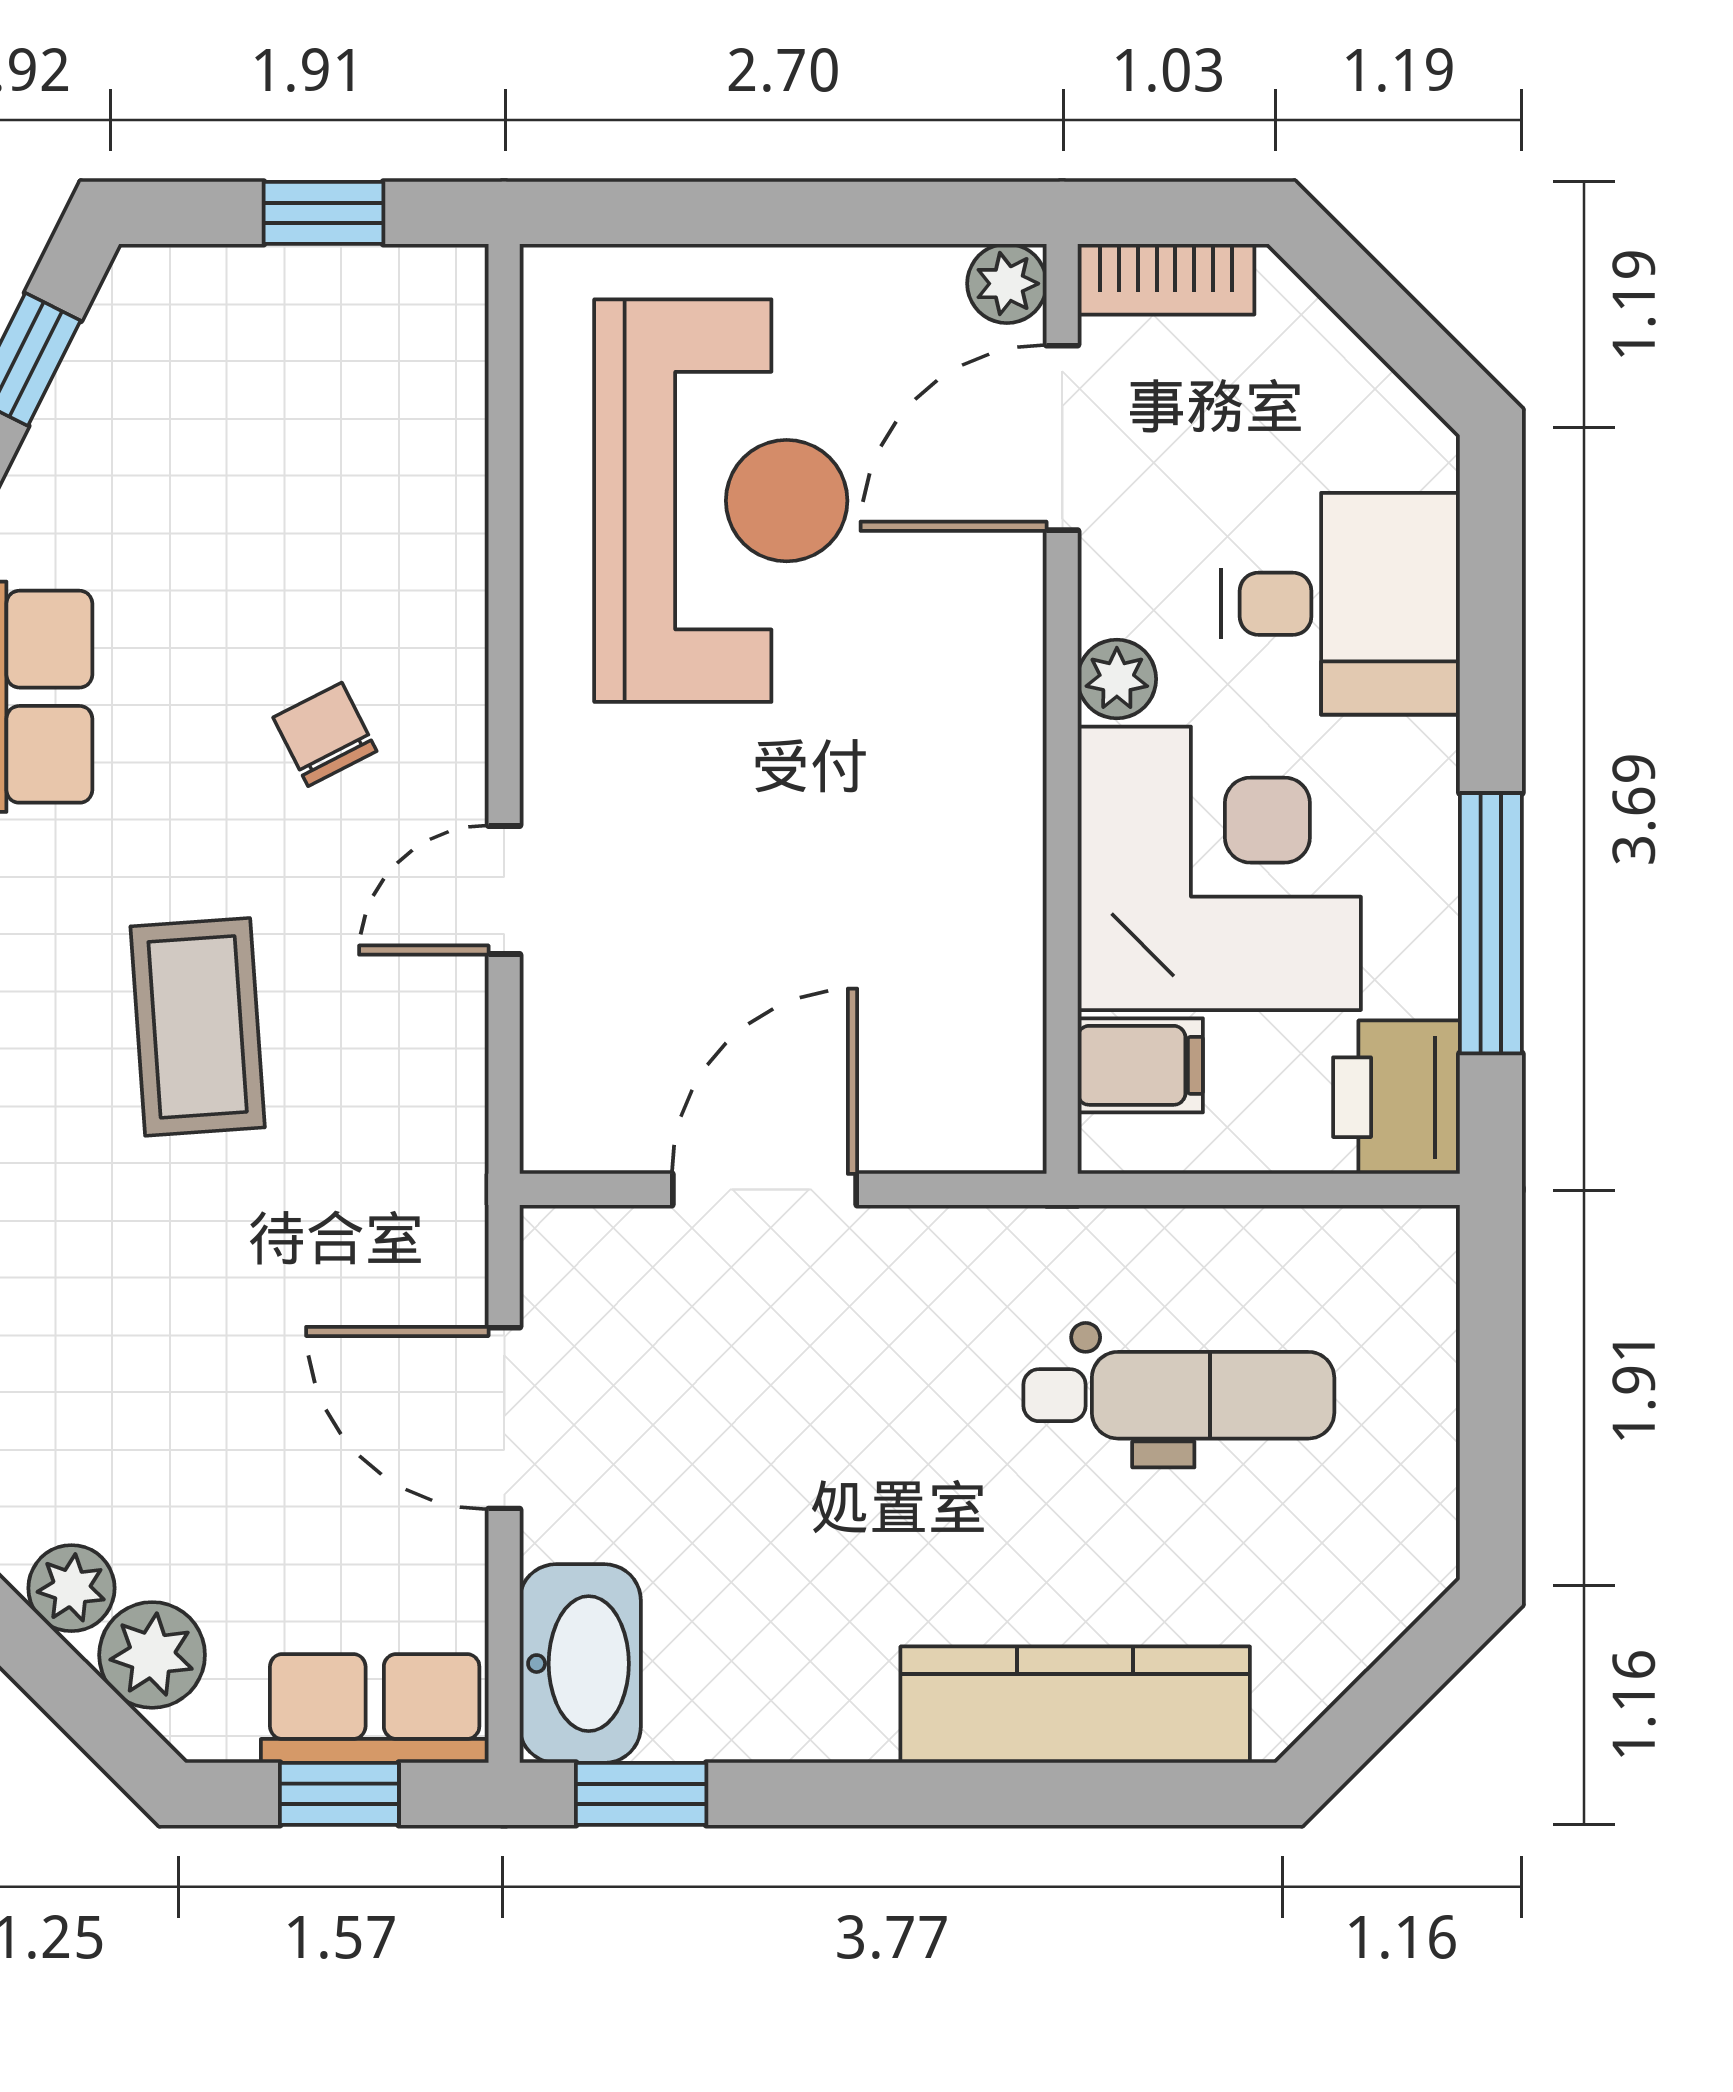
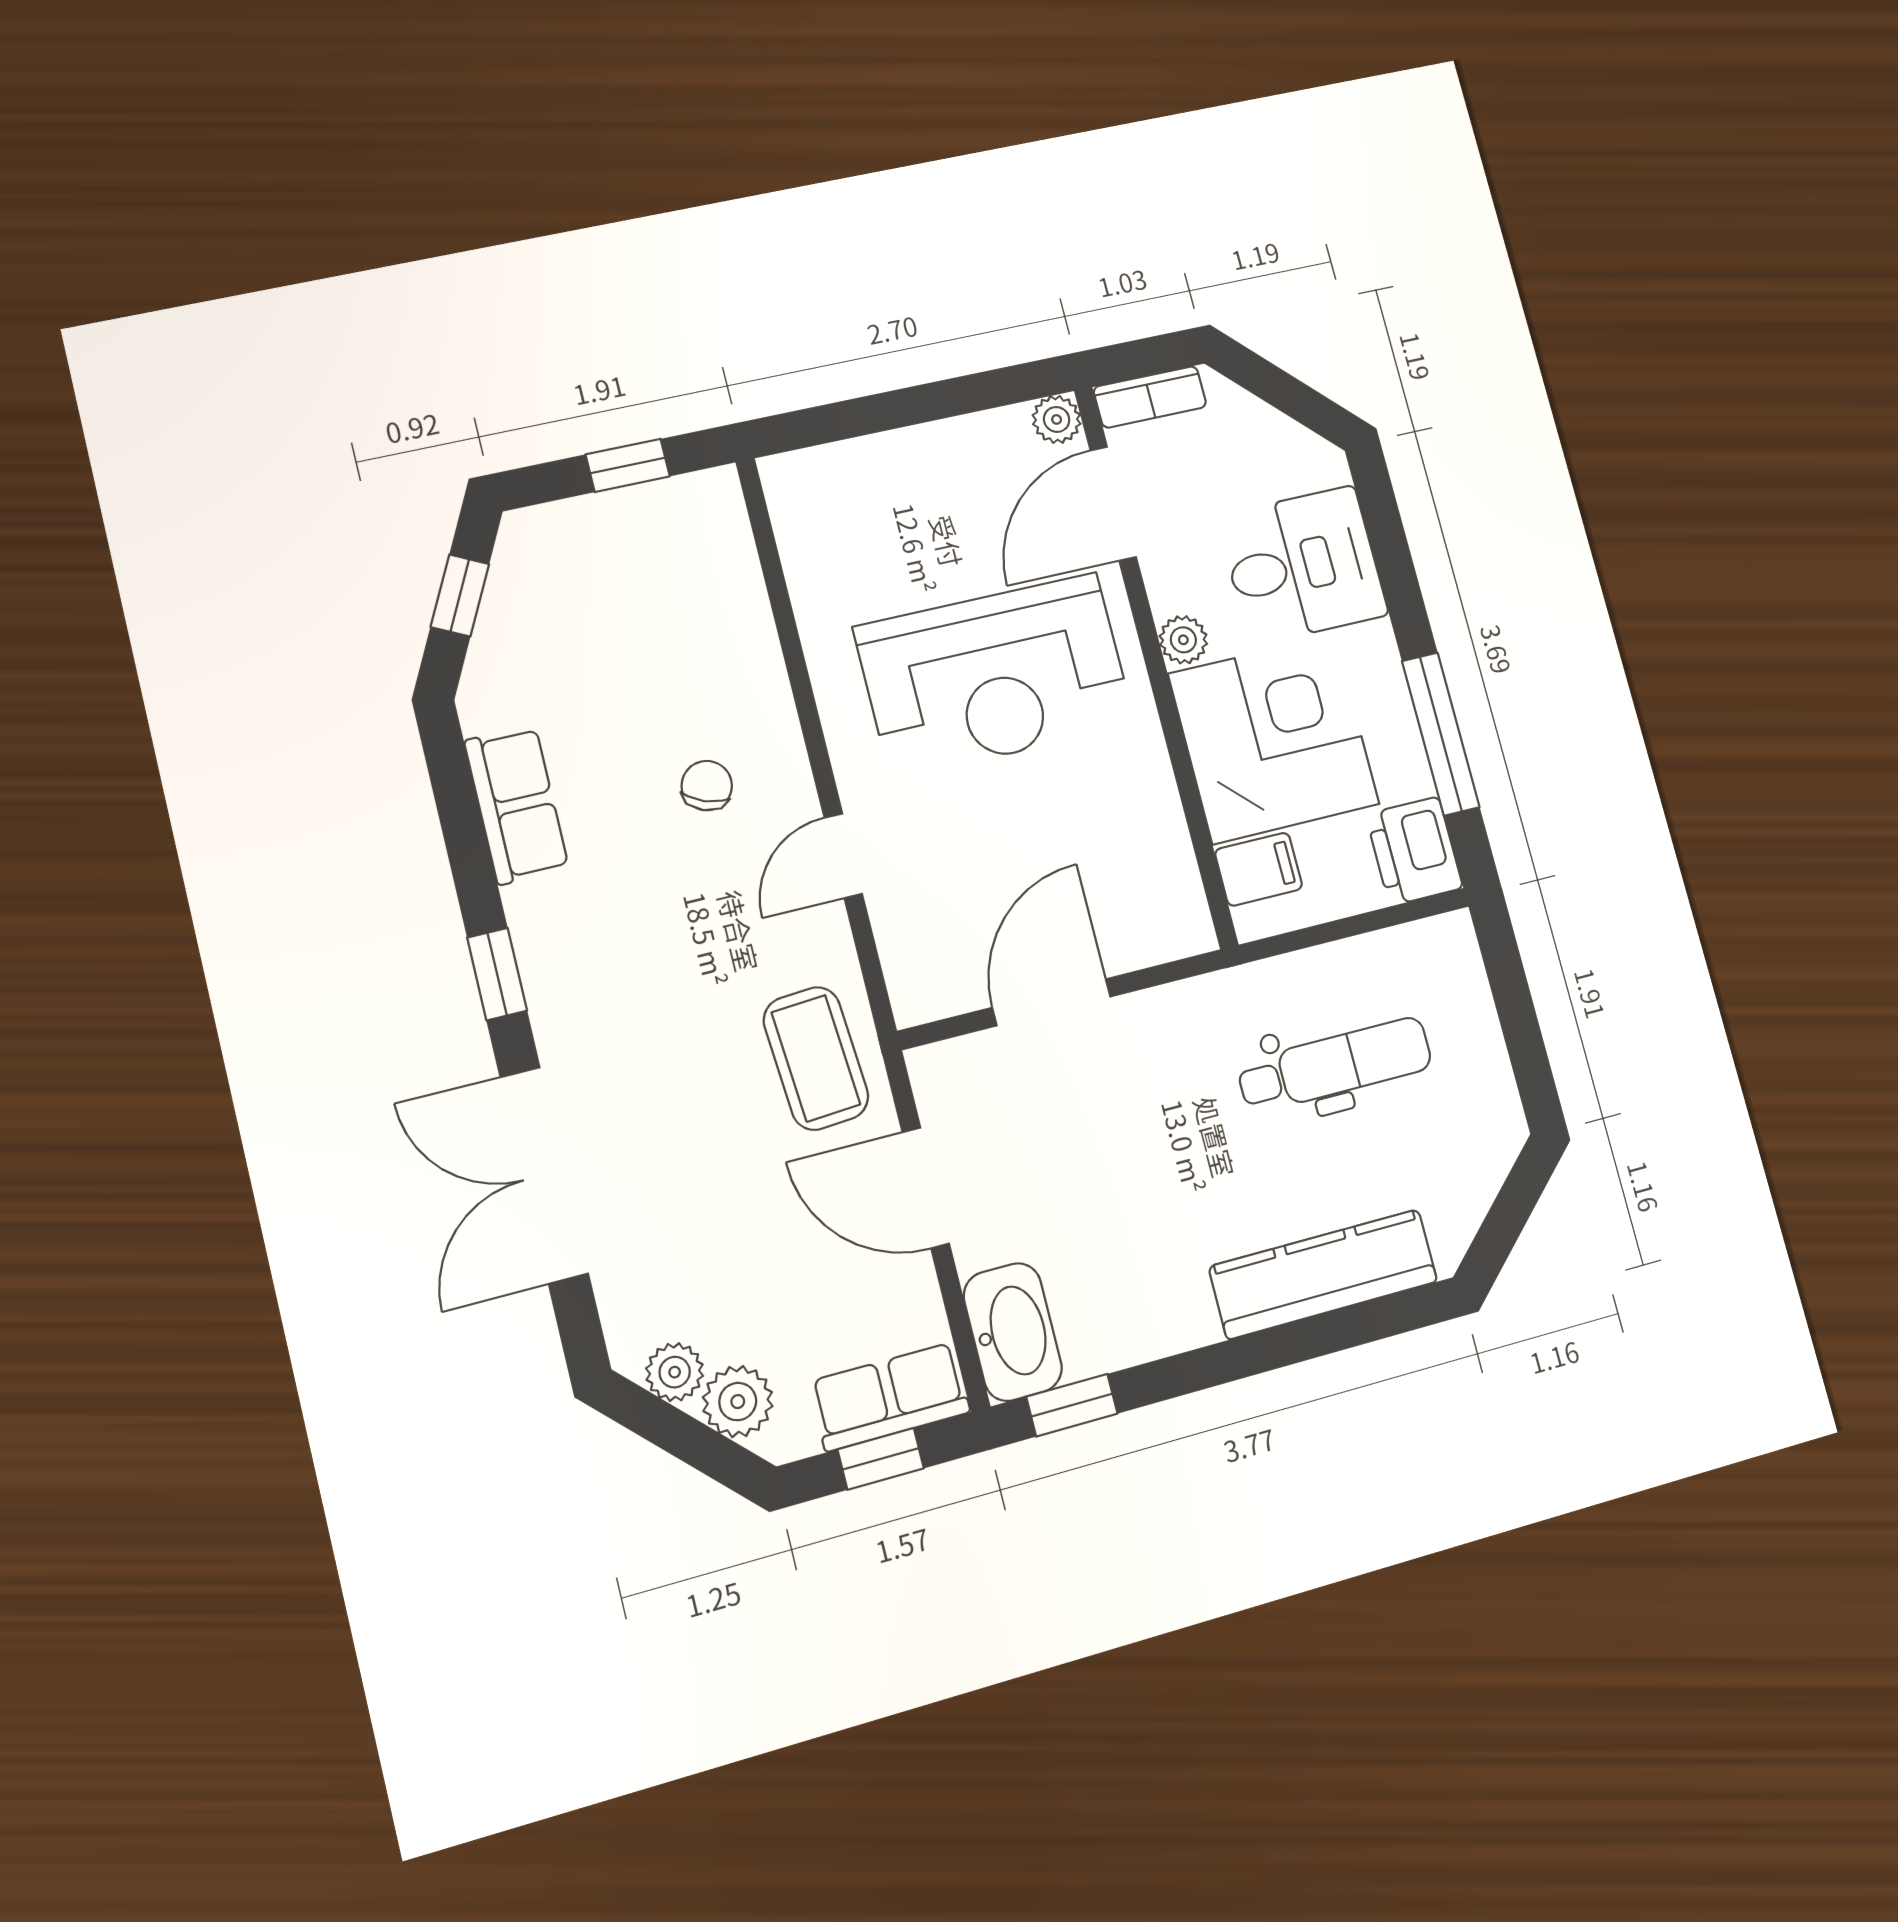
reception desk: (721, 501) -> (995, 676), moved, turned 90
chair: (325, 734) -> (707, 786), turned 48
coffee table: (198, 1027) -> (816, 1058), moved

